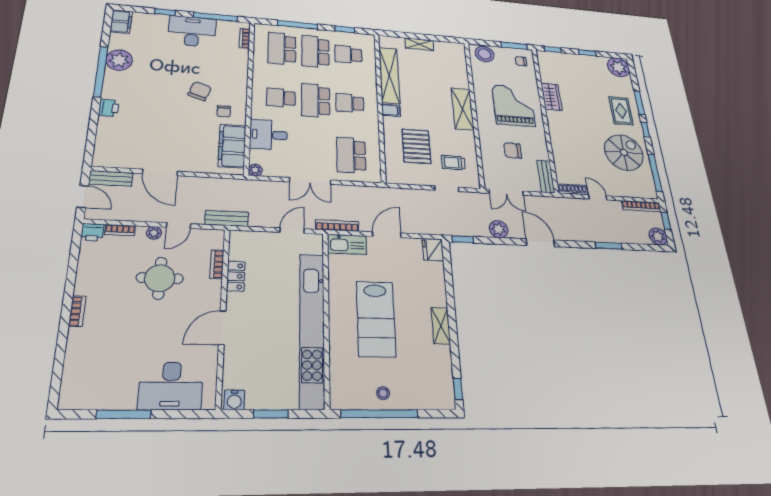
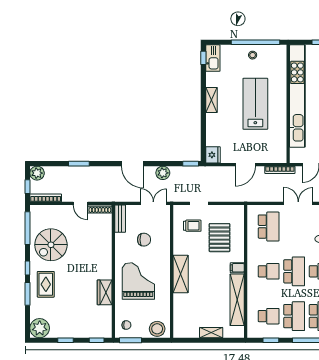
grand piano: (513, 105) -> (138, 281), turned 180
kitchen sink: (347, 244) -> (213, 58), moved, turned 90

